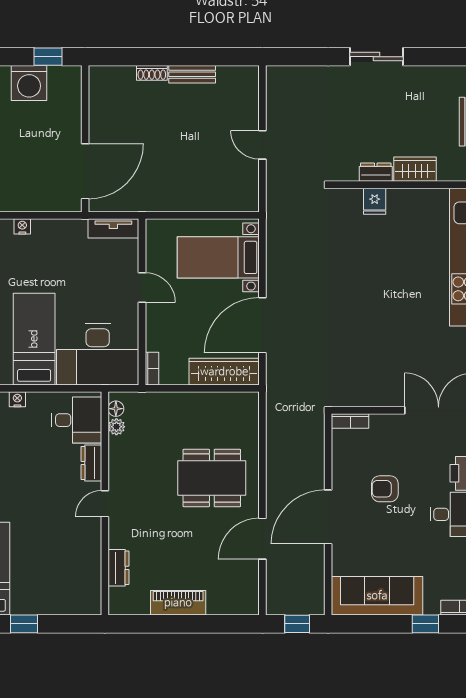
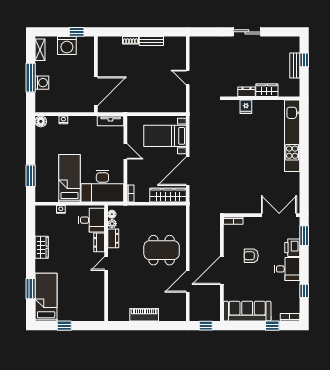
dresser: (118, 568) -> (113, 238), moved

